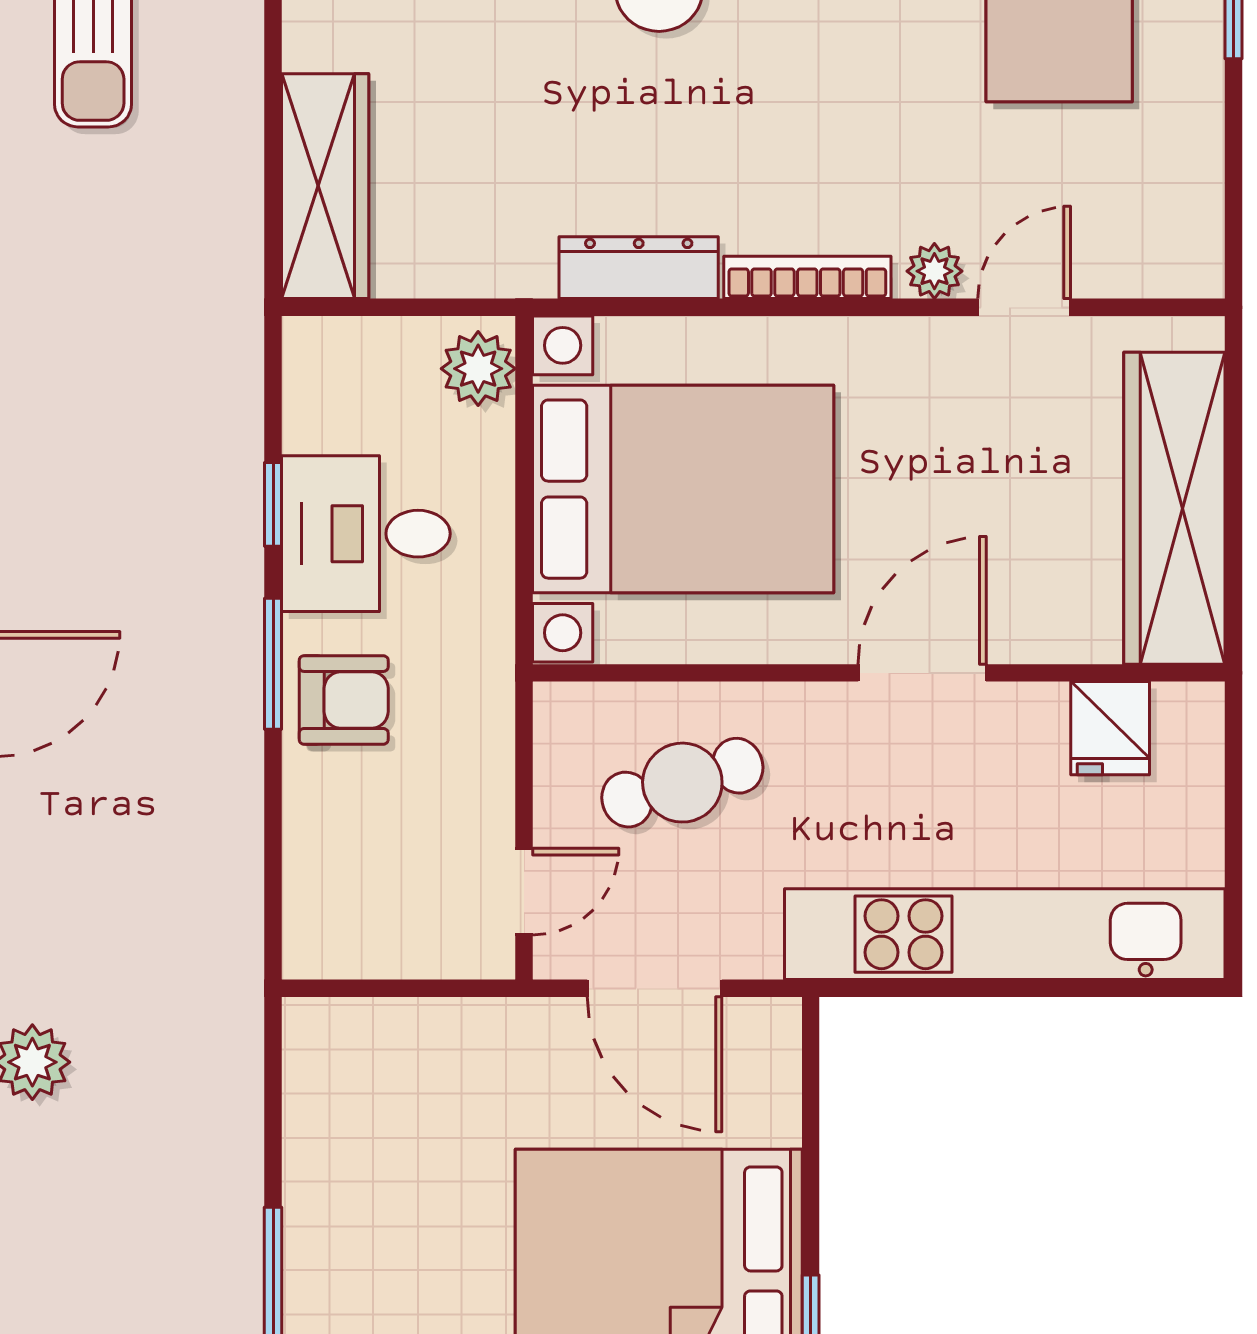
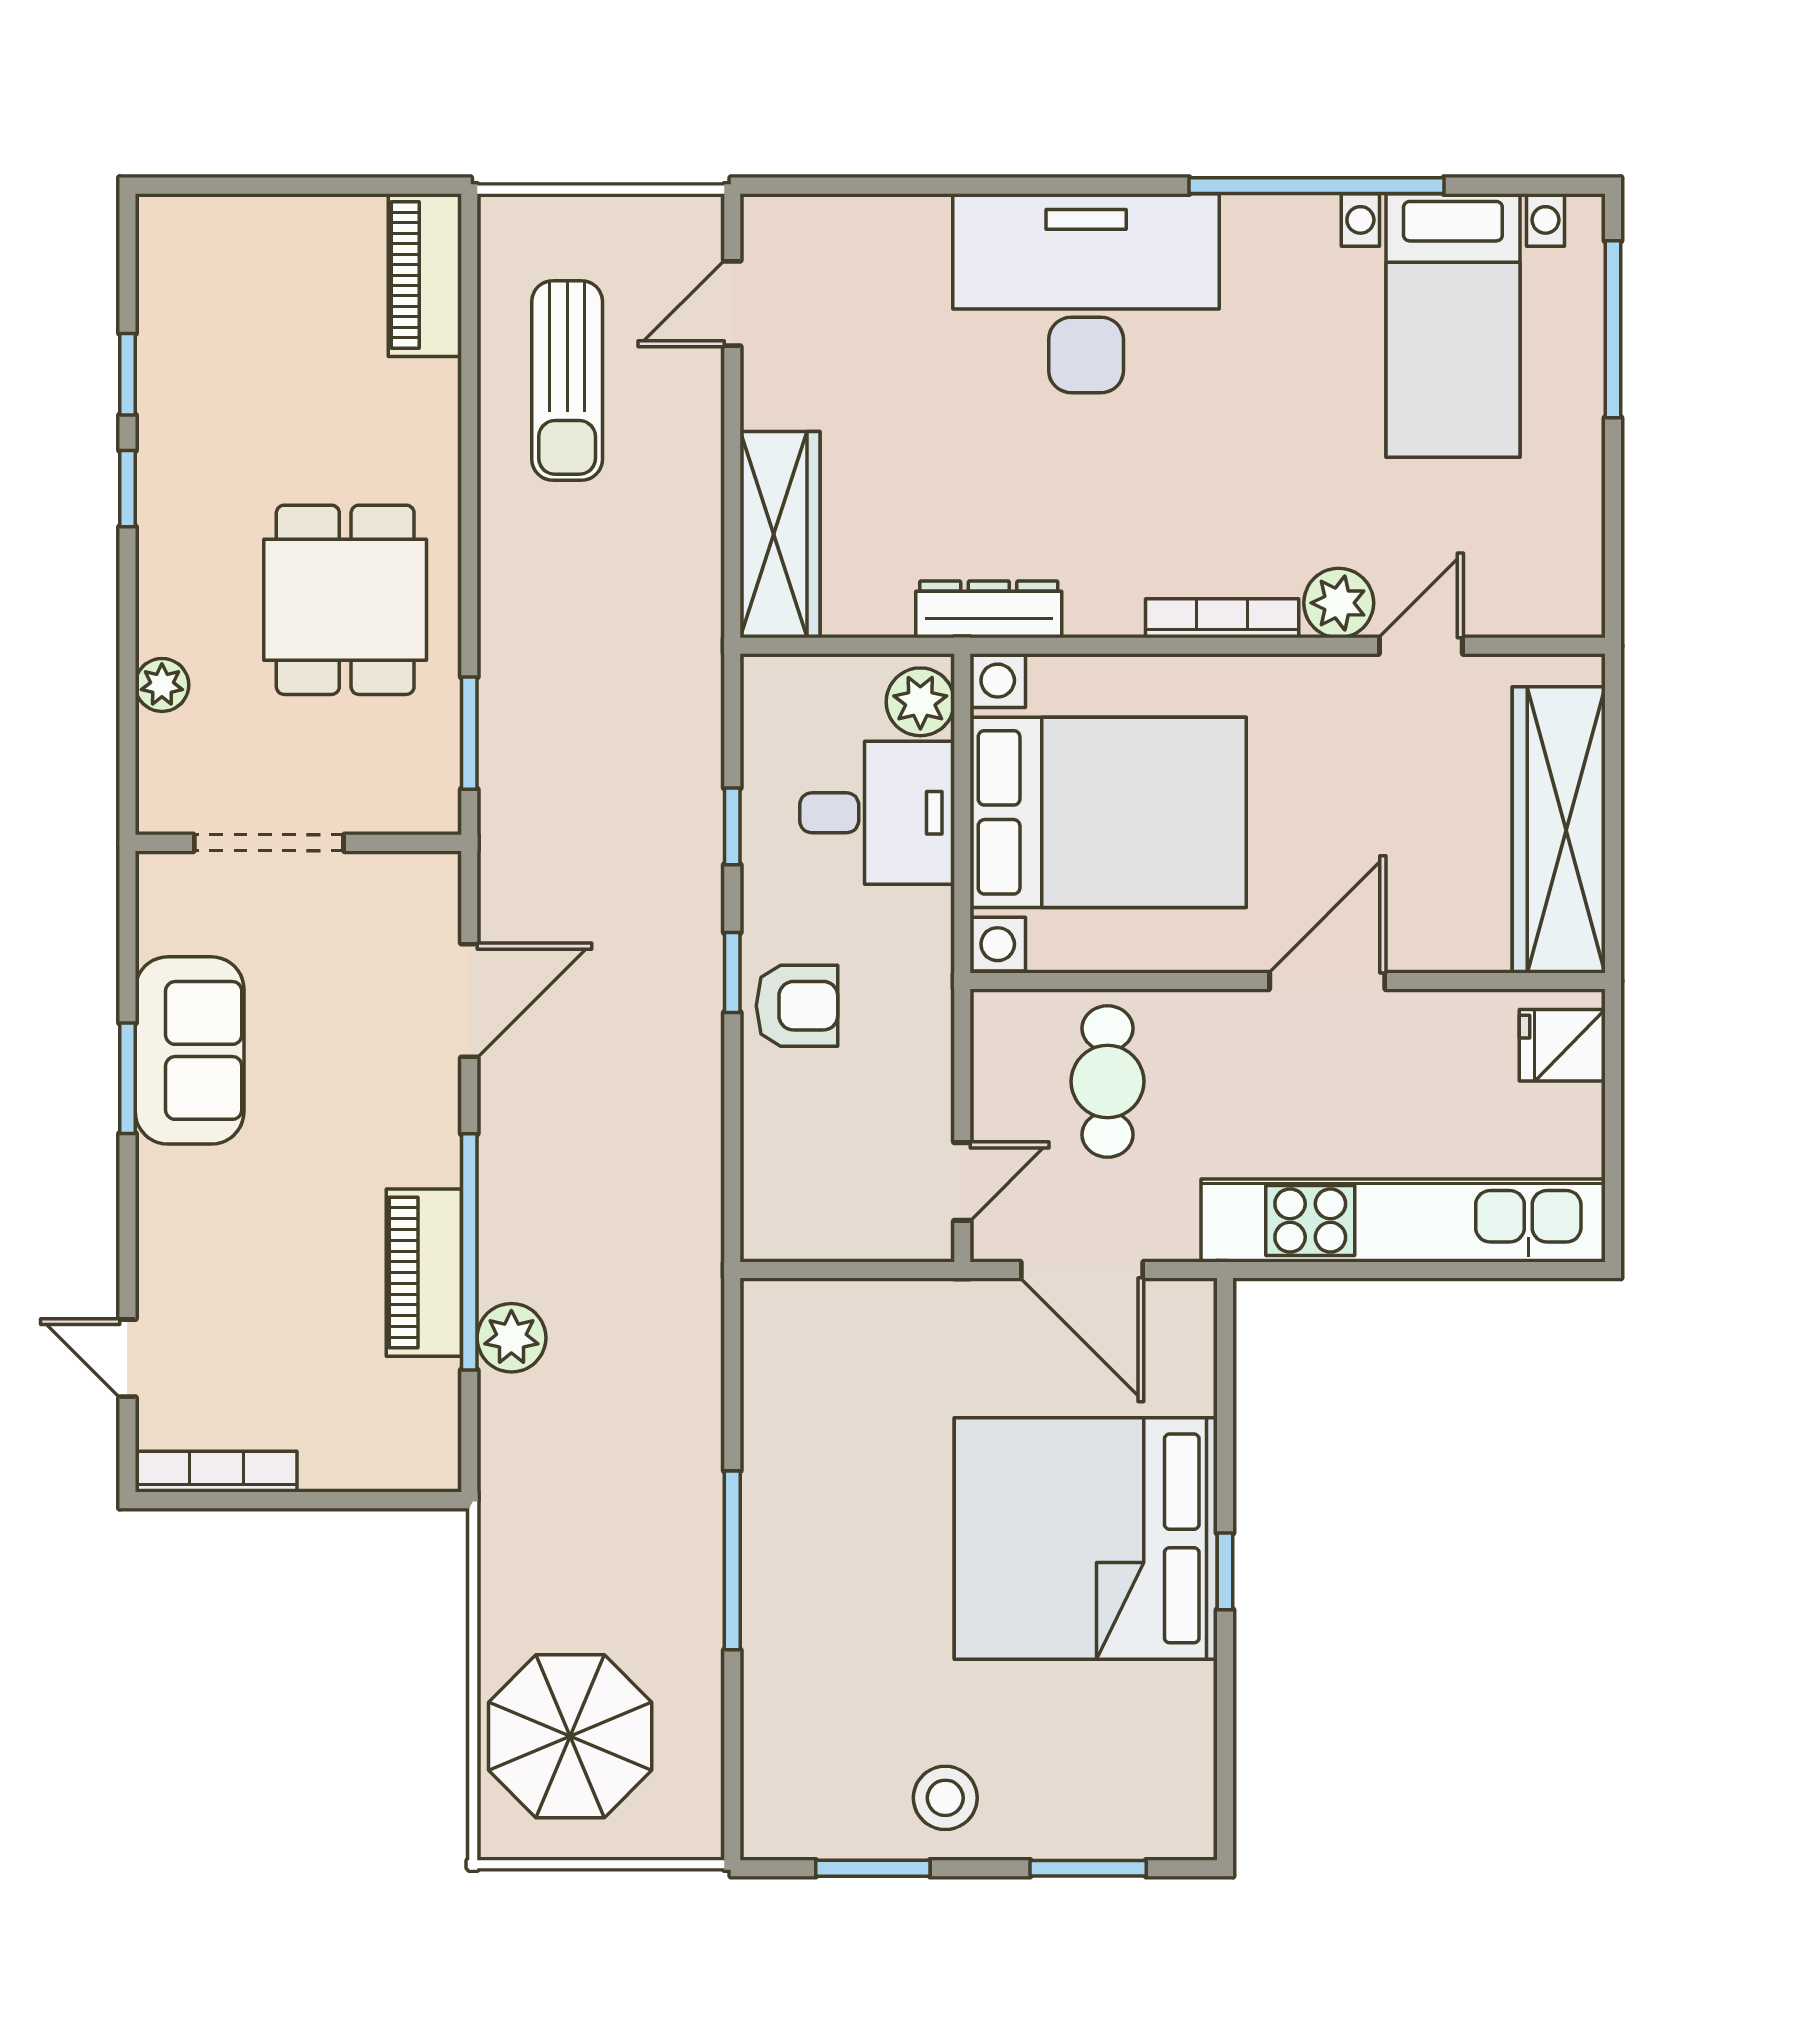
dresser: (639, 268) -> (989, 609), moved
plant: (934, 271) -> (1339, 603), width x1.38, depth x1.38
desk: (366, 534) -> (877, 813), moved, turned 180
window: (273, 664) -> (732, 973), width x0.67
fridge: (1110, 728) -> (1562, 1045), moved, turned 90
cafe table: (682, 783) -> (1108, 1081), turned -73

